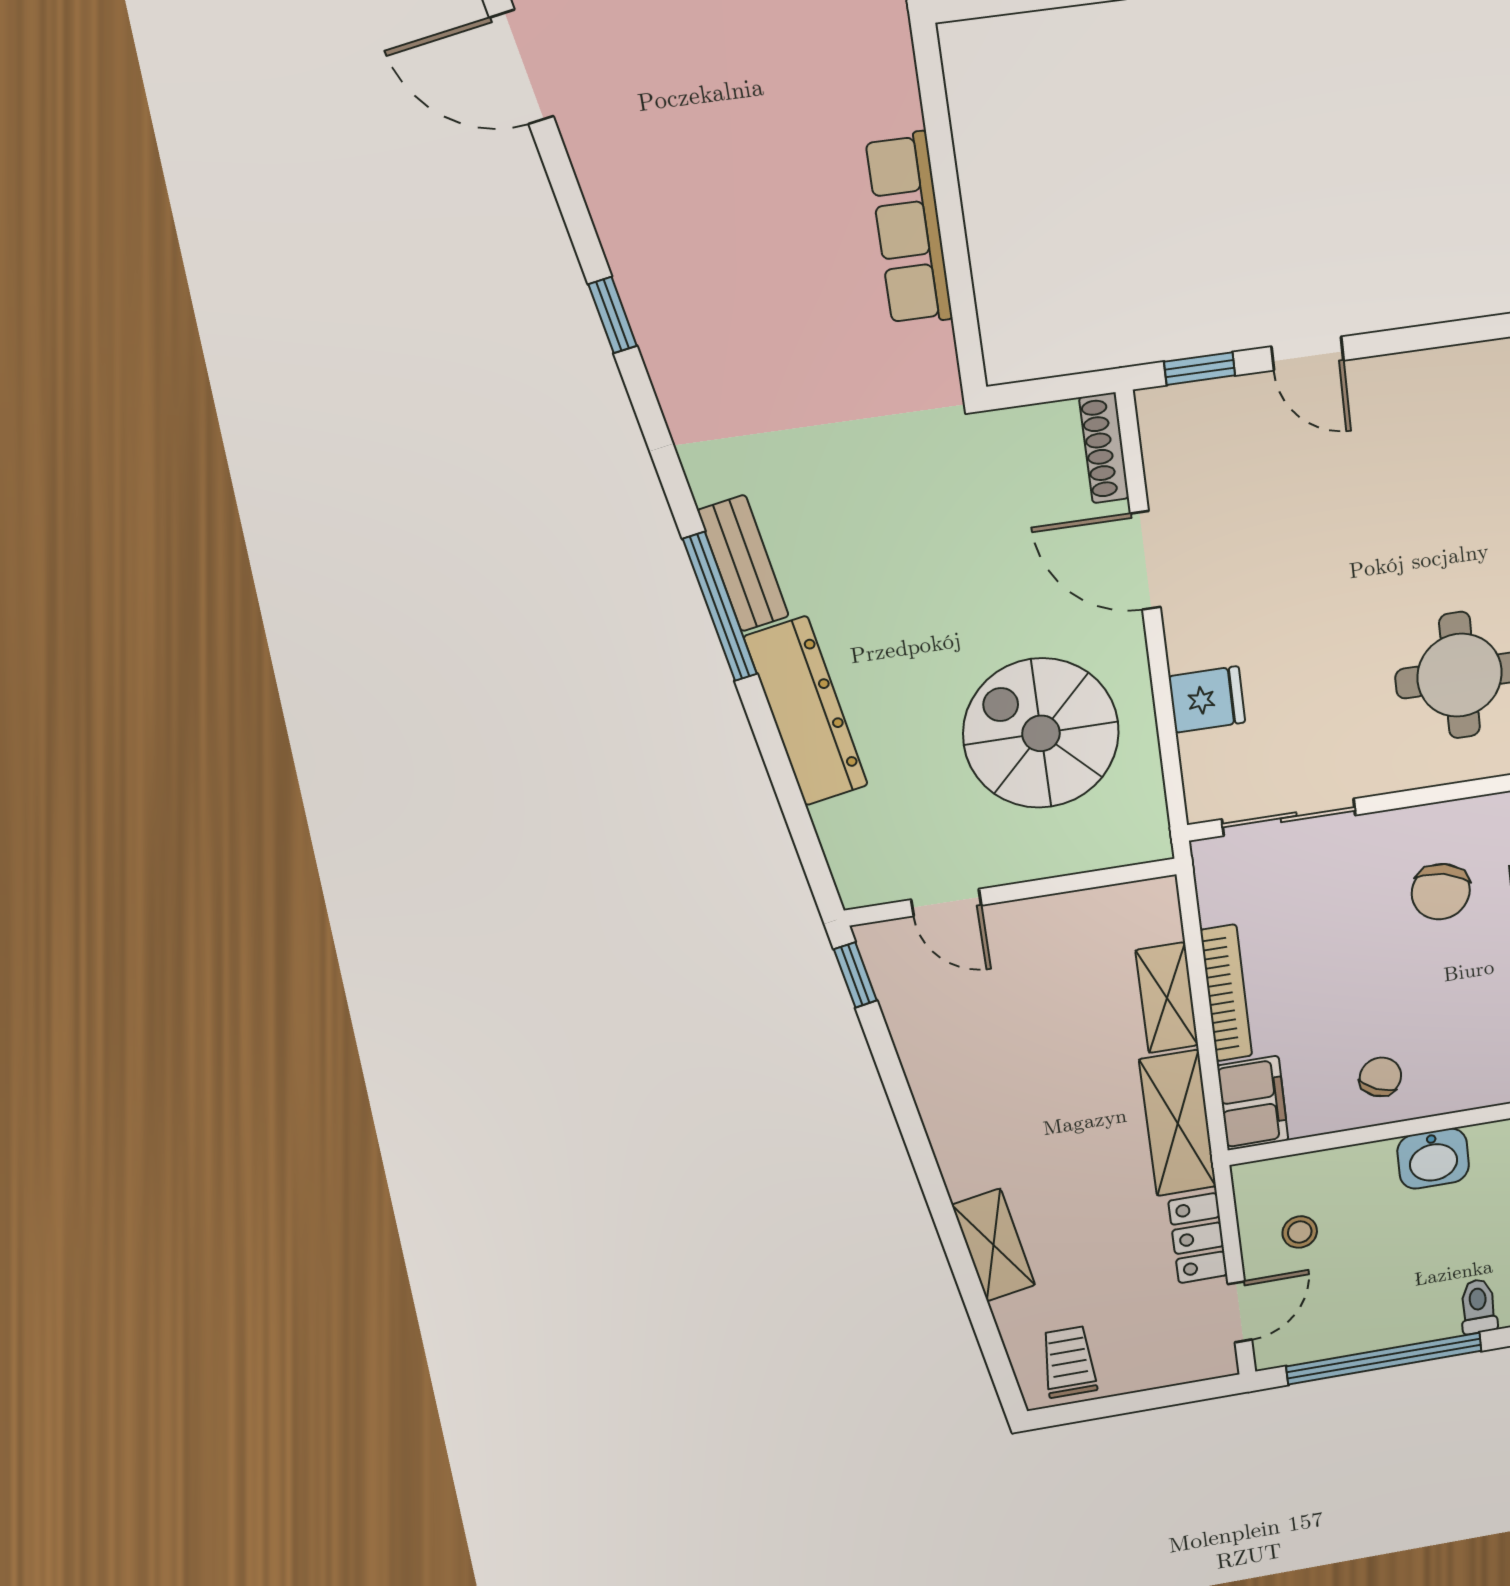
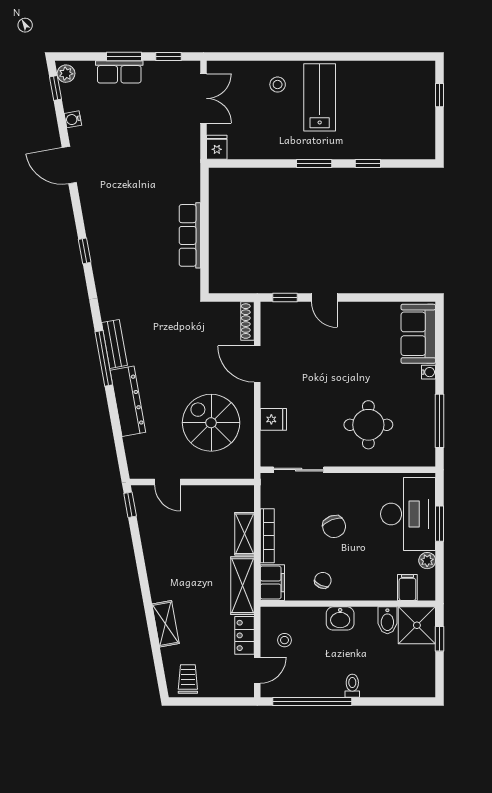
chair: (1441, 892) -> (334, 527), moved, turned -35

